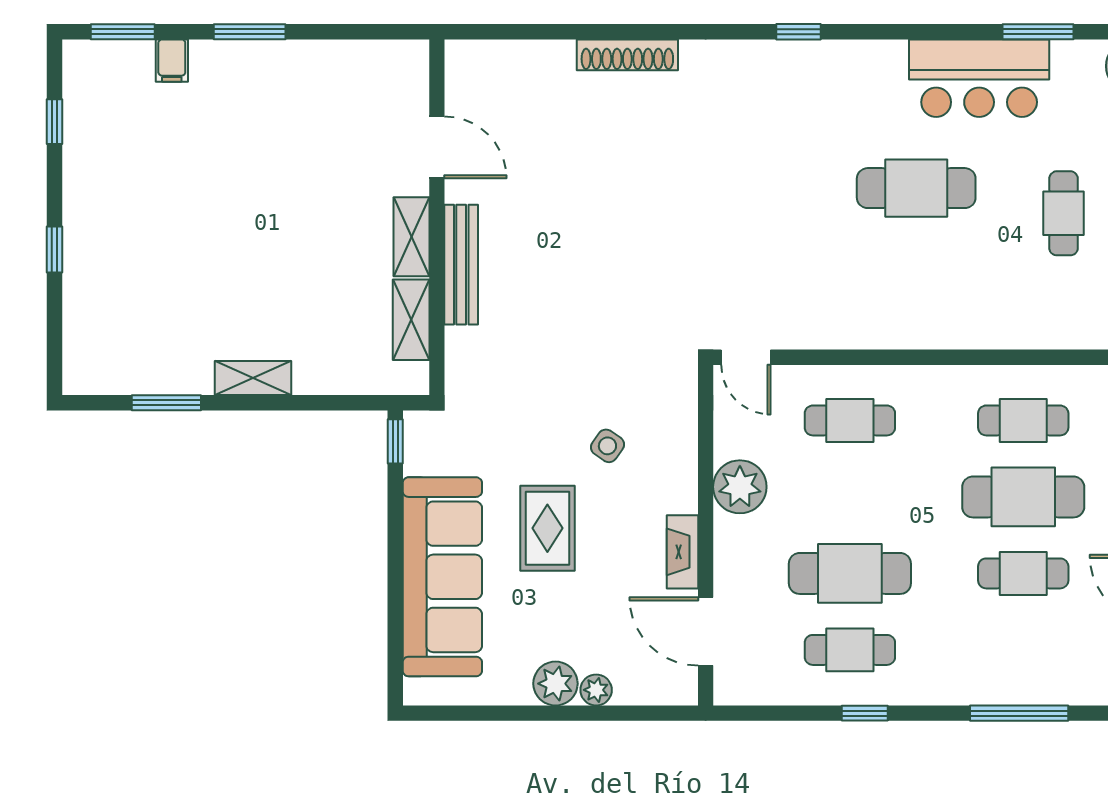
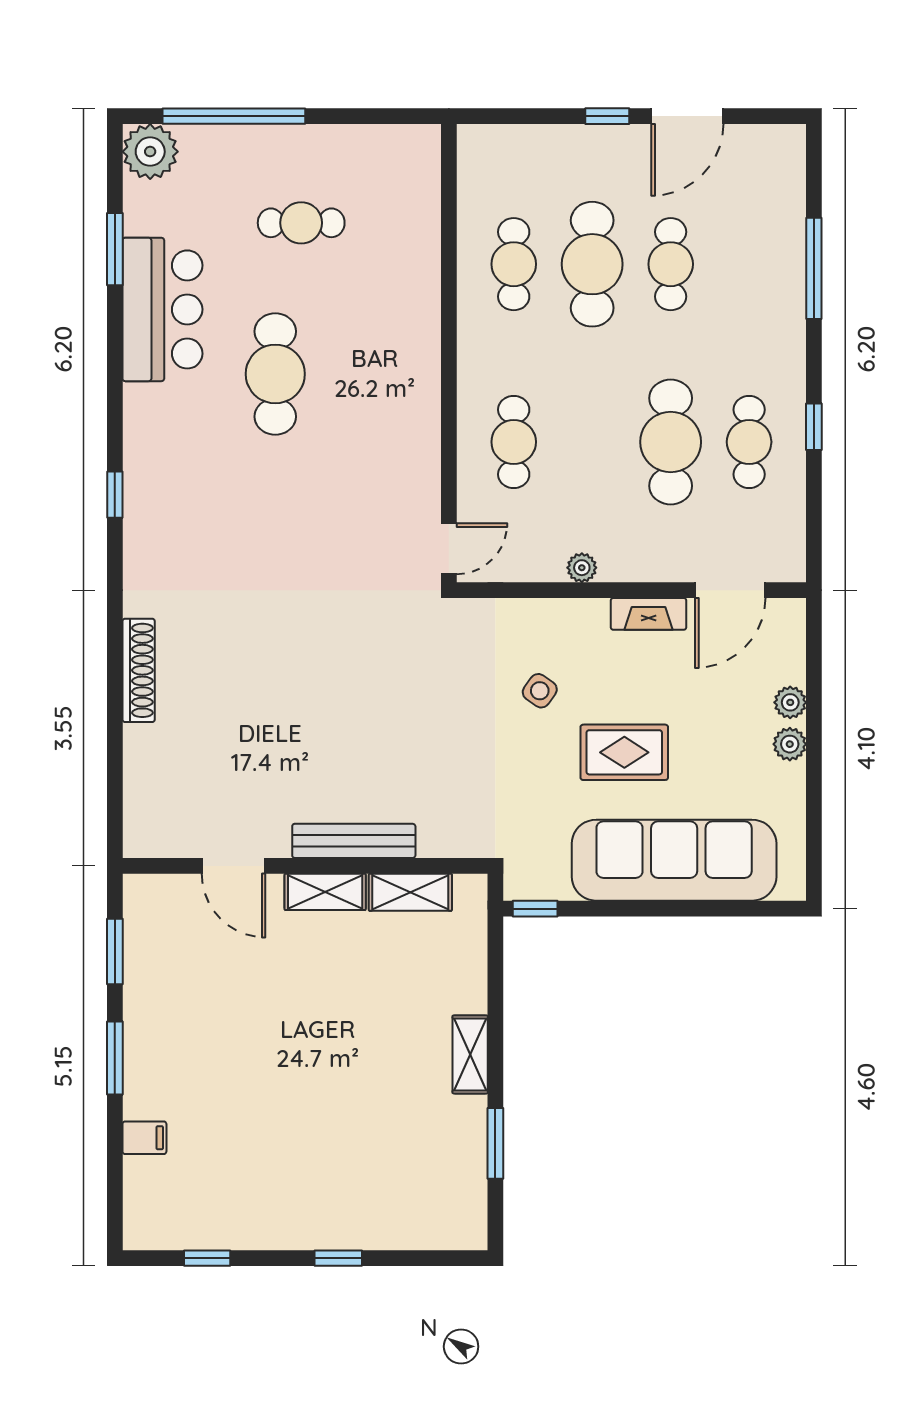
window: (123, 32) -> (115, 952), moved
door: (437, 147) -> (234, 866), swing flipped
plant: (740, 487) -> (582, 568), width x0.53, depth x0.53
plant: (555, 684) -> (790, 744), width x0.73, depth x0.73

